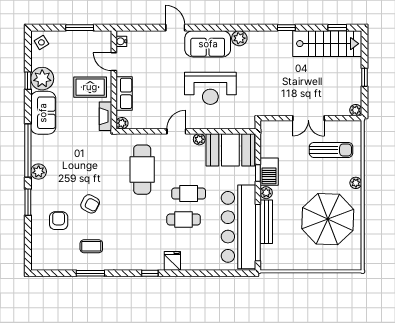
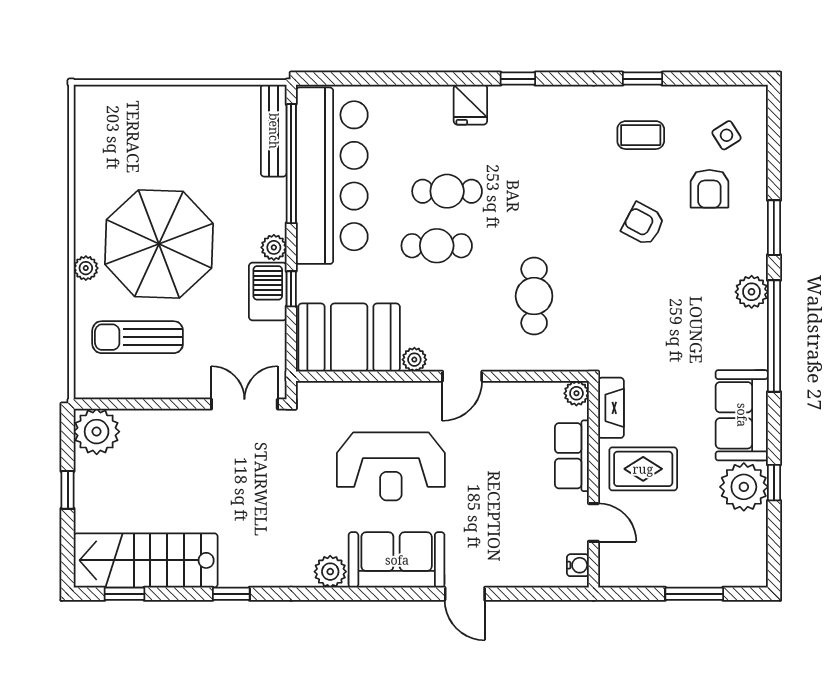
window: (80, 28) -> (694, 594), moved
side table: (41, 42) -> (727, 135), moved
reception desk: (210, 88) -> (391, 466), turned 180
plant: (356, 110) -> (97, 432), width x1.87, depth x1.87
double door: (308, 118) -> (244, 404), moved
cafe table: (142, 170) -> (534, 296), width x0.73, depth x0.74
parasol: (328, 219) -> (159, 244), moved
bench: (266, 222) -> (274, 131), moved
window: (90, 273) -> (642, 79), width x0.67

